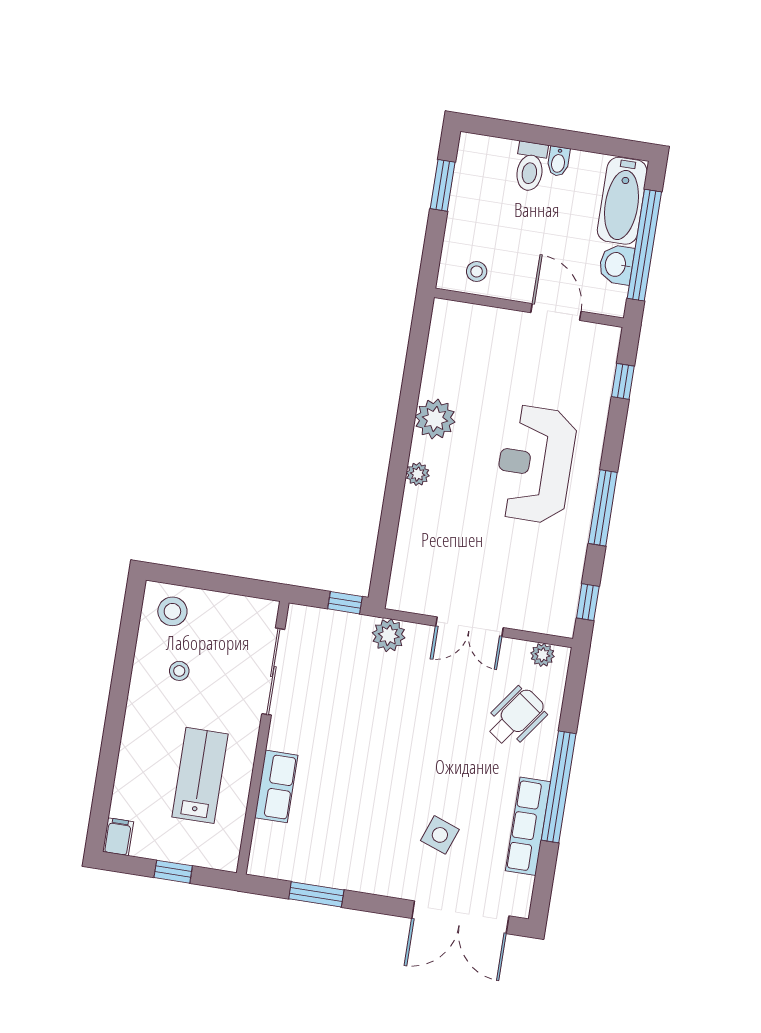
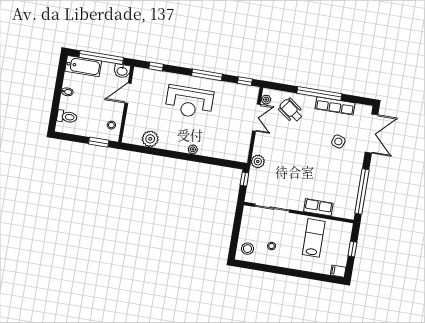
toilet: (530, 167) -> (67, 117), moved
window: (443, 185) -> (99, 142), moved
washbasin: (616, 265) -> (122, 71), moved
plant: (435, 419) -> (150, 139), moved
double door: (469, 627) -> (256, 118), moved
lab bench: (200, 775) -> (314, 238), turned 90
window: (316, 894) -> (362, 191), width x2.11

